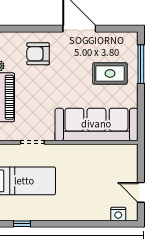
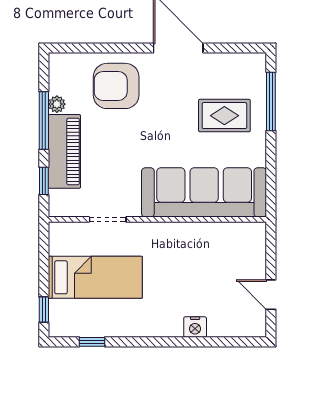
armchair: (38, 54) -> (116, 86), width x1.36, depth x1.36
nightstand: (118, 214) -> (195, 327), moved

